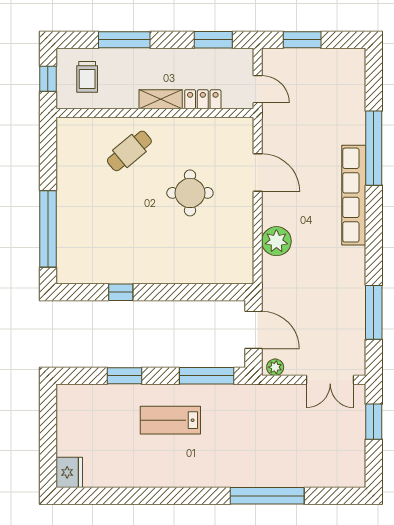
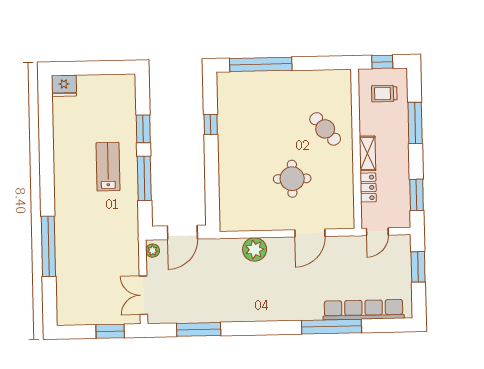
row of seats: (354, 195) -> (364, 310), moved
window: (207, 376) -> (144, 178), moved

